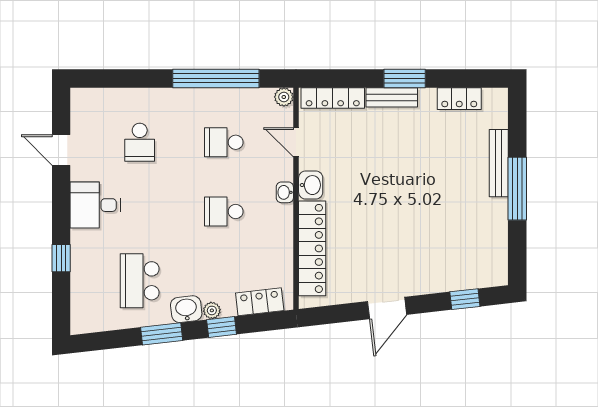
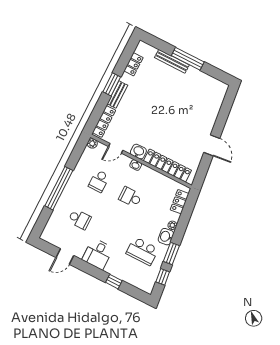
window: (216, 78) -> (59, 188), moved
school desk: (224, 212) -> (130, 197), turned 90
window: (465, 299) -> (226, 108), removed
window: (222, 327) -> (163, 277), moved

